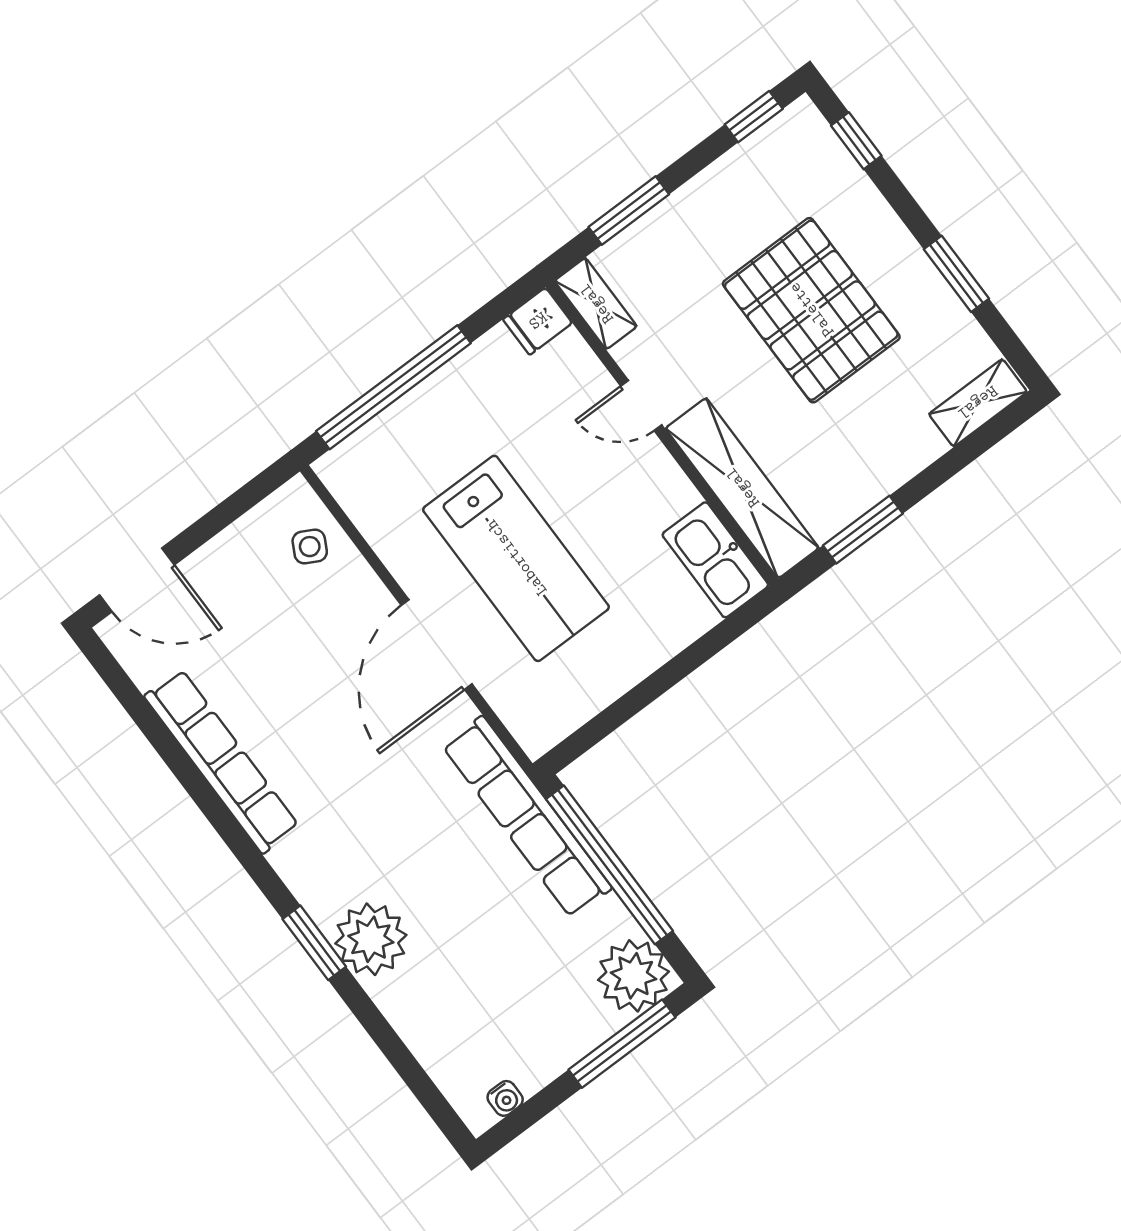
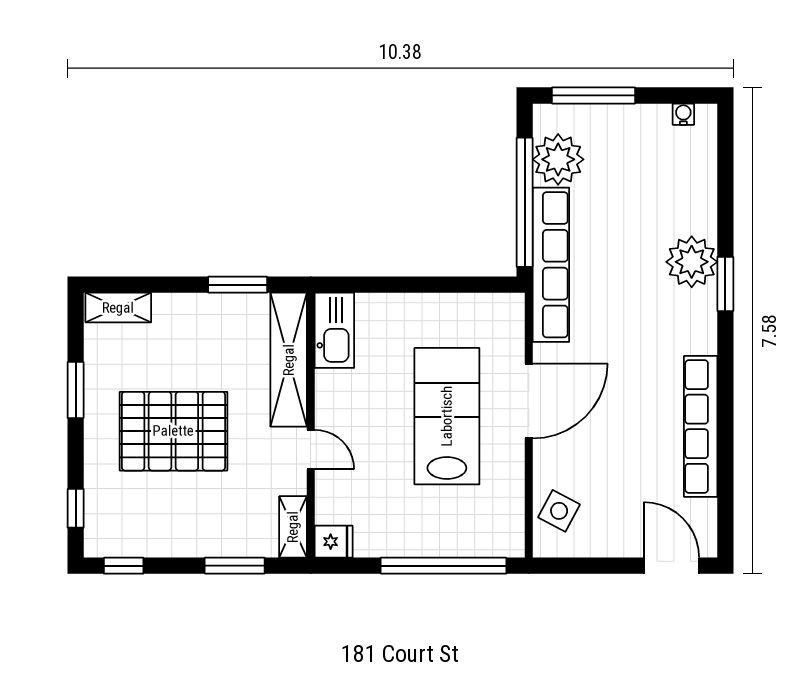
pallet: (811, 310) -> (173, 431), turned 90
side table: (310, 547) -> (559, 511), width x1.37, depth x1.37
plant: (634, 976) -> (558, 159), moved

